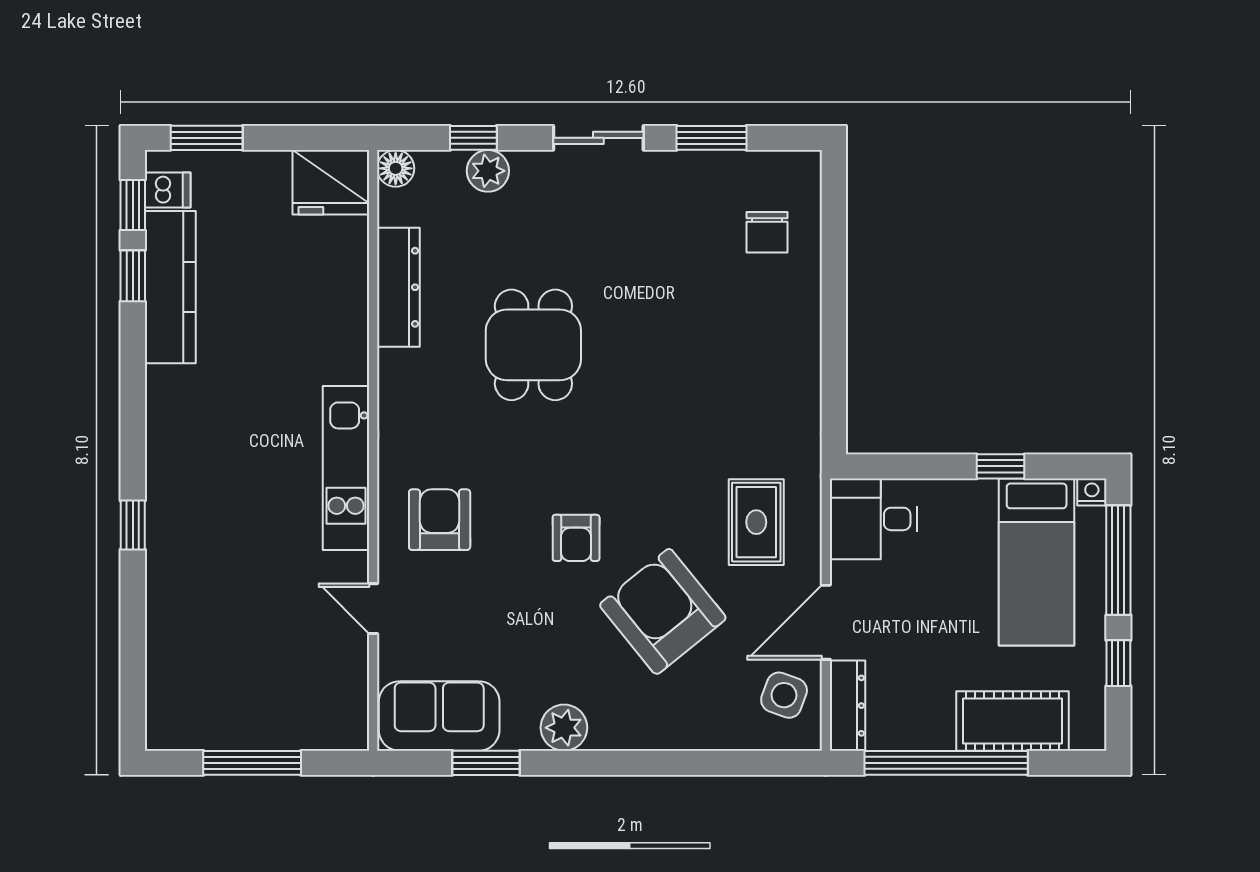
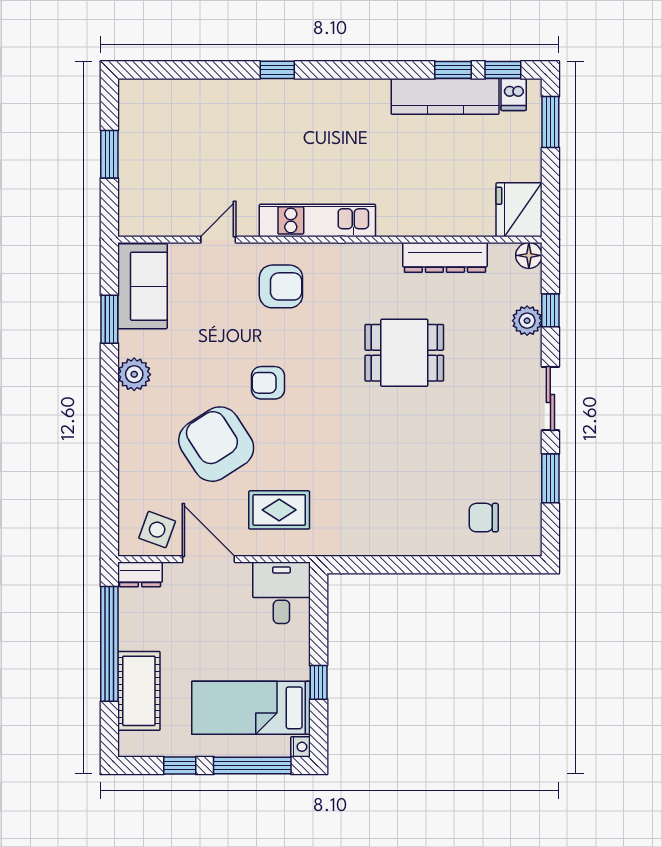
armchair: (663, 611) -> (216, 444), turned -84
dresser: (848, 706) -> (140, 574), width x0.70
window: (252, 763) -> (109, 154), width x0.69

